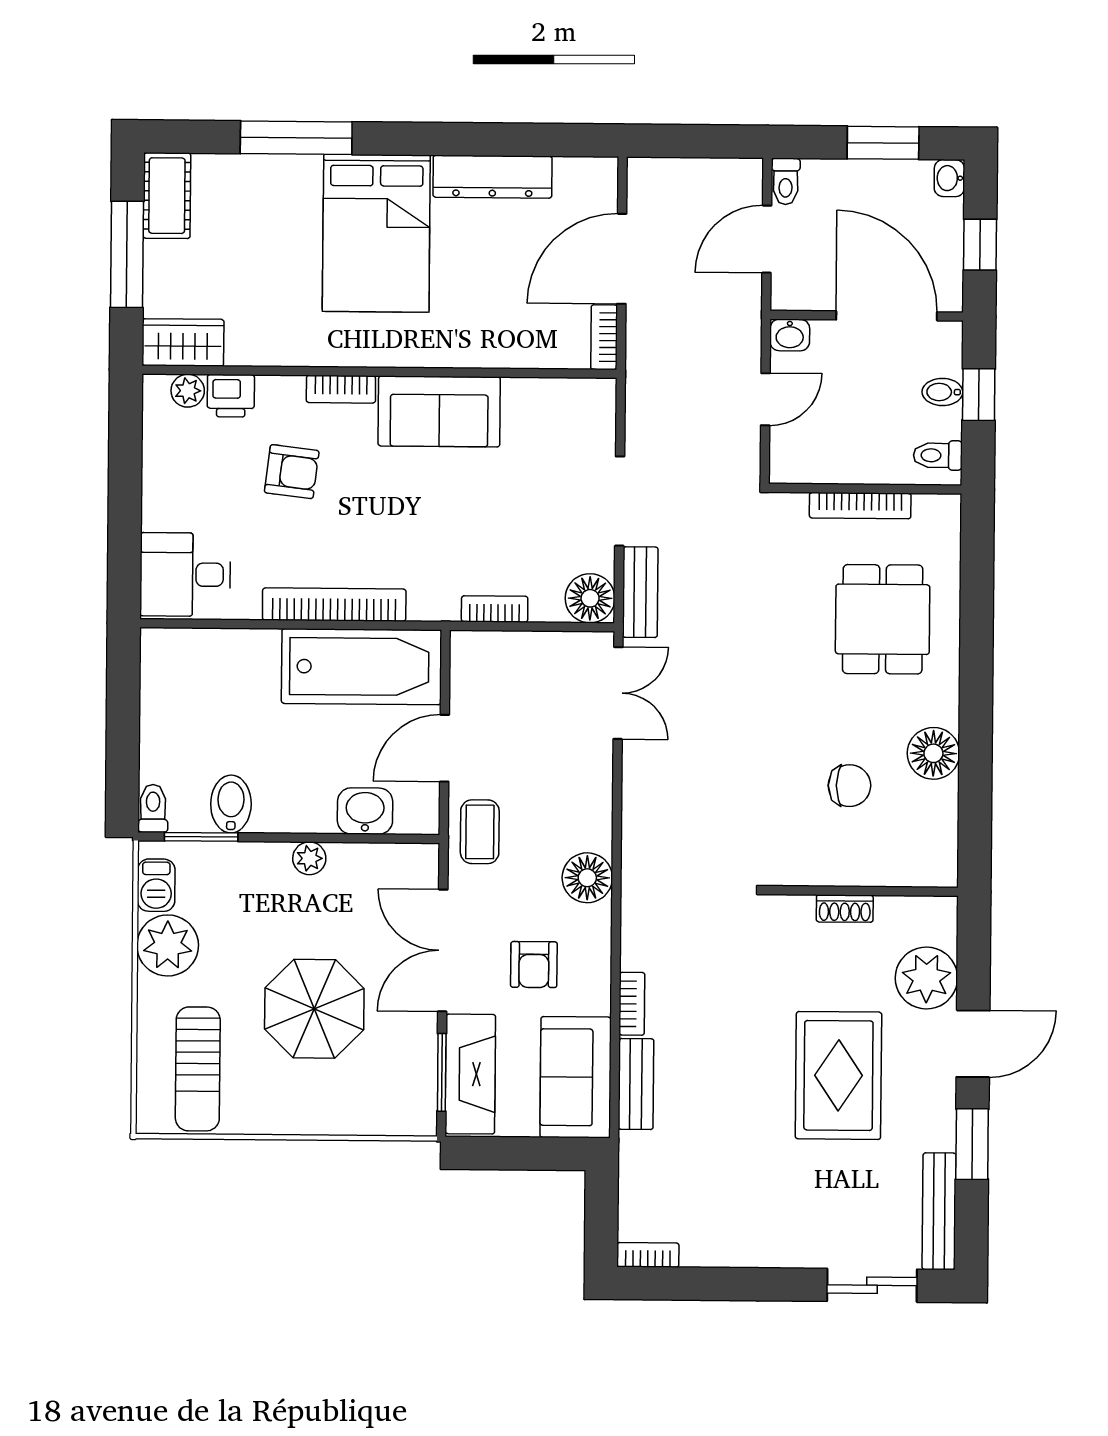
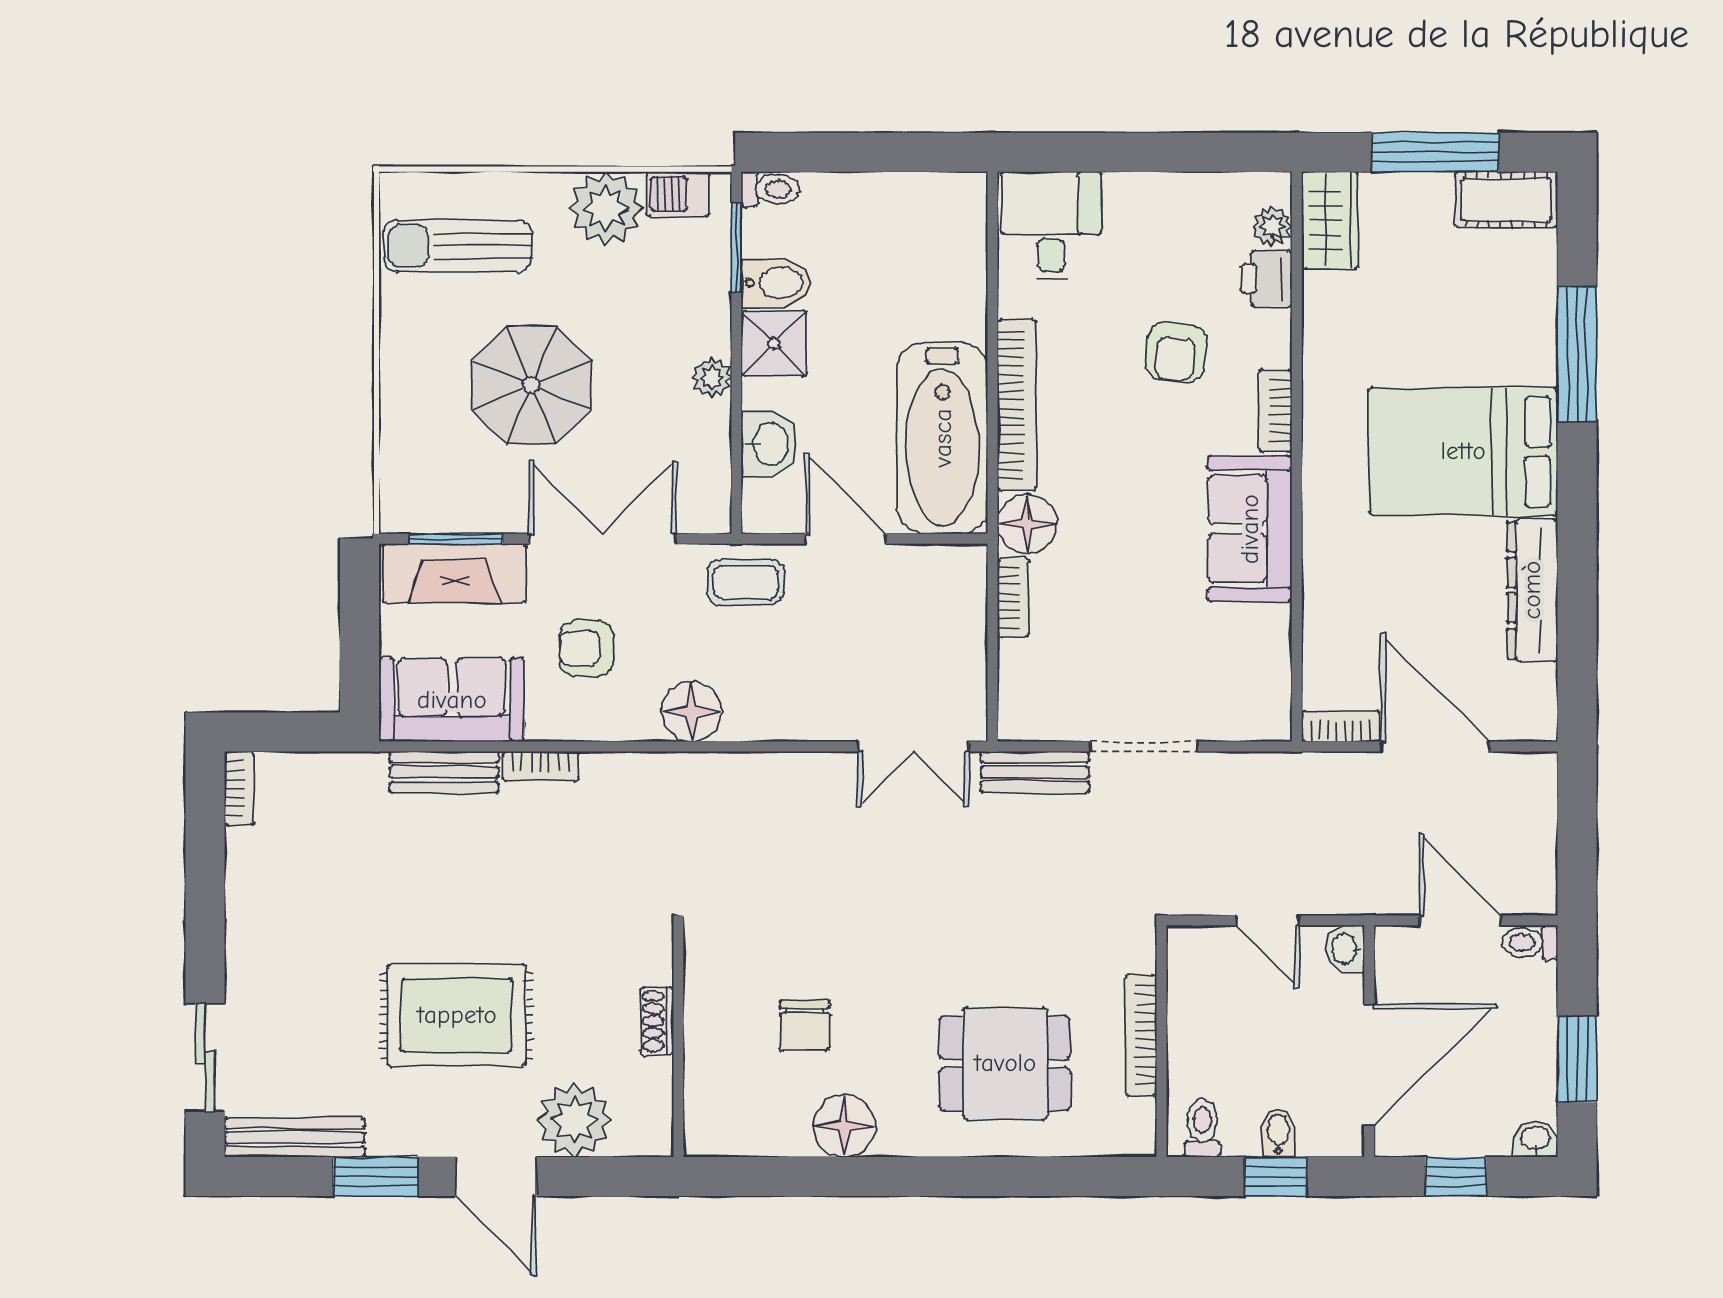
floor lamp: (590, 598) -> (1027, 524), moved
shower: (282, 806) -> (774, 344), added

